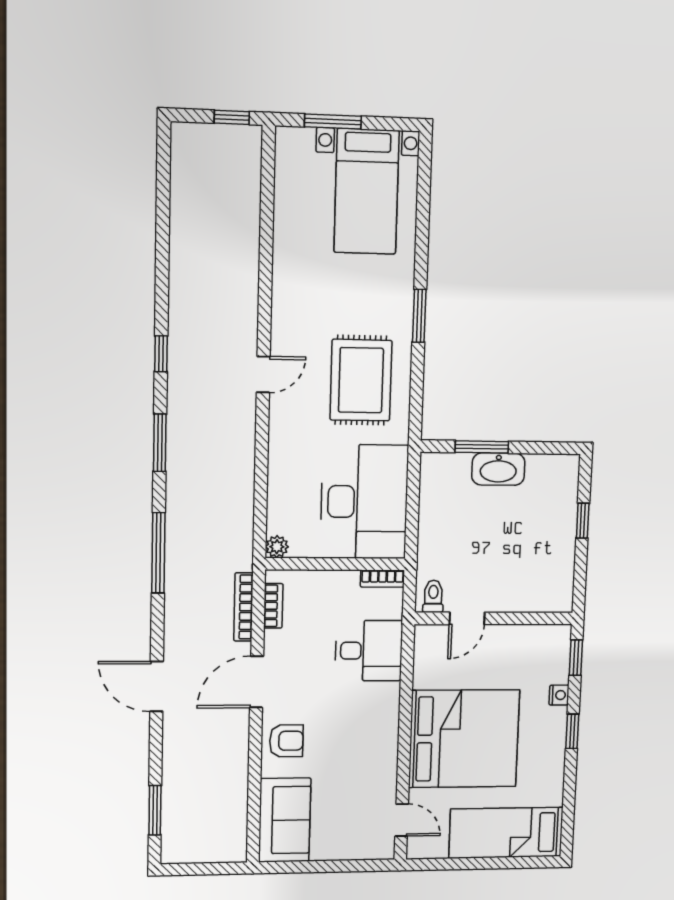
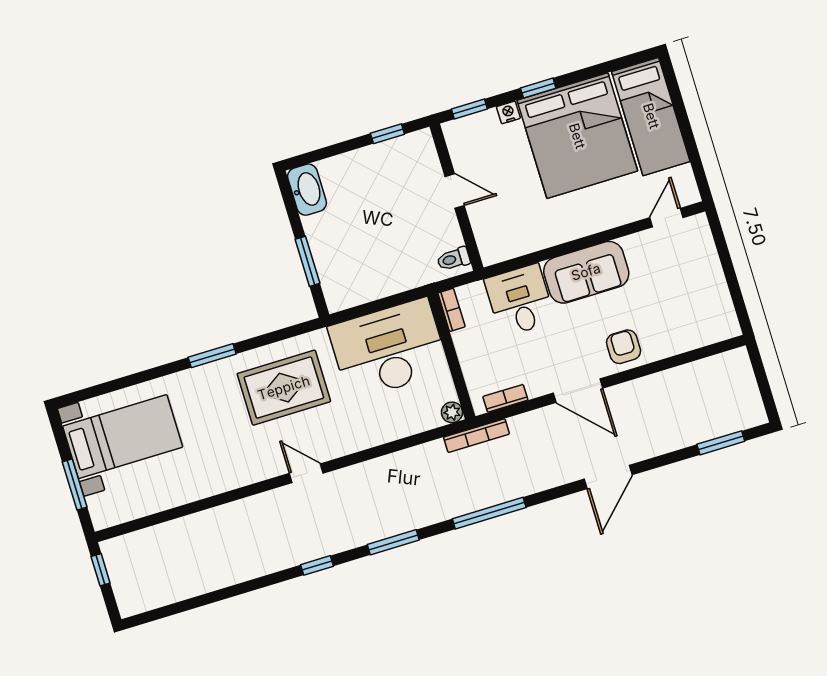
washbasin: (498, 469) -> (307, 190), moved
window: (583, 521) -> (387, 134), moved
bookcase: (243, 607) -> (476, 436), moved
door: (467, 618) -> (455, 191), moved
bed: (464, 739) -> (577, 136), moved, turned 180
sofa: (285, 820) -> (586, 272), moved, turned 180

